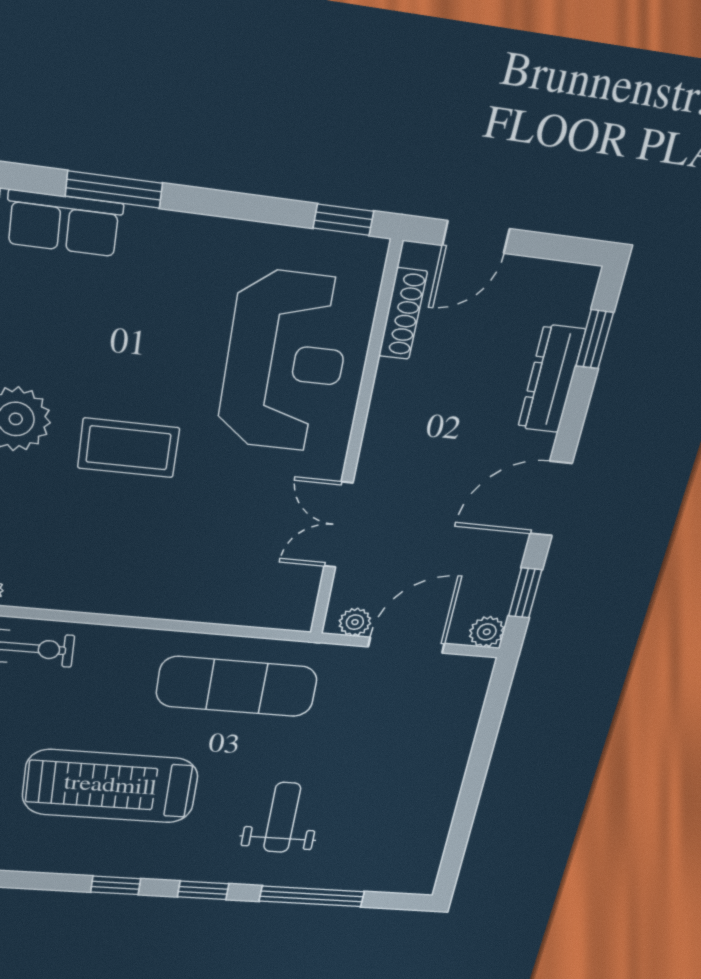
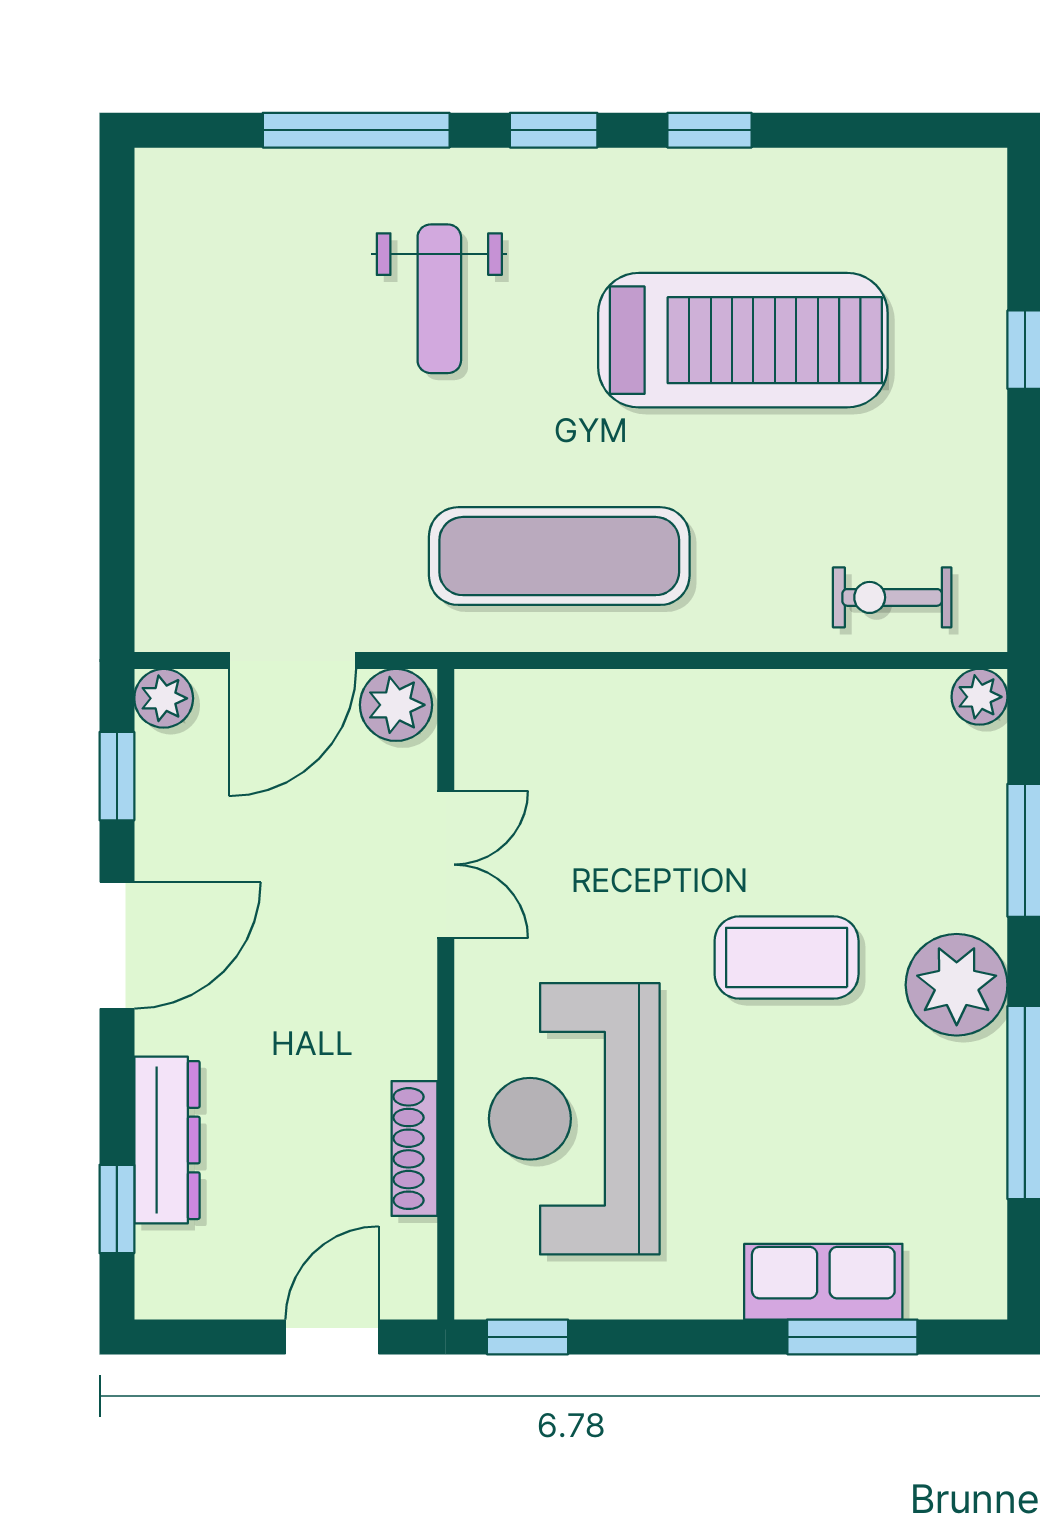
row of seats: (64, 223) -> (823, 1282), moved
shoe rack: (403, 314) -> (414, 1149), moved
plant: (355, 622) -> (396, 705), width x1.38, depth x1.38

